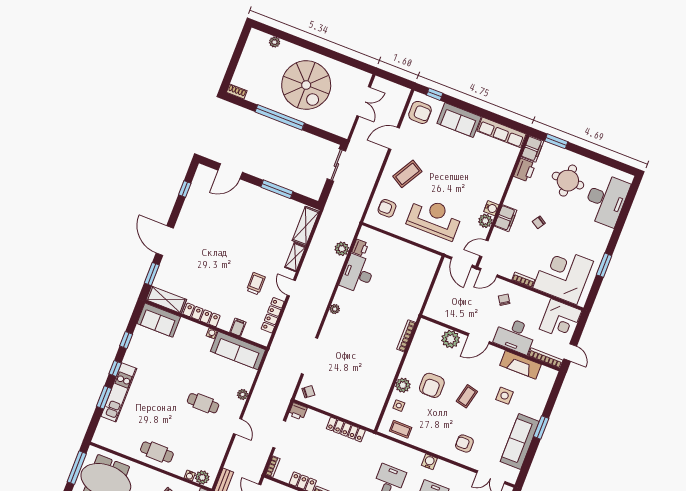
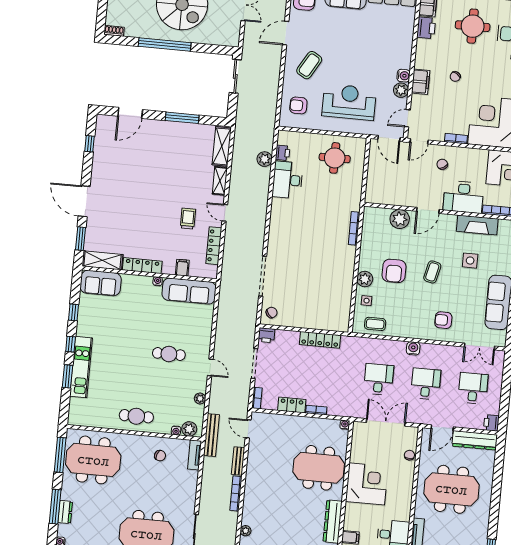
round table: (407, 266) -> (335, 158), added
plant: (335, 309) -> (275, 222), removed
plant: (243, 394) -> (200, 399), moved

